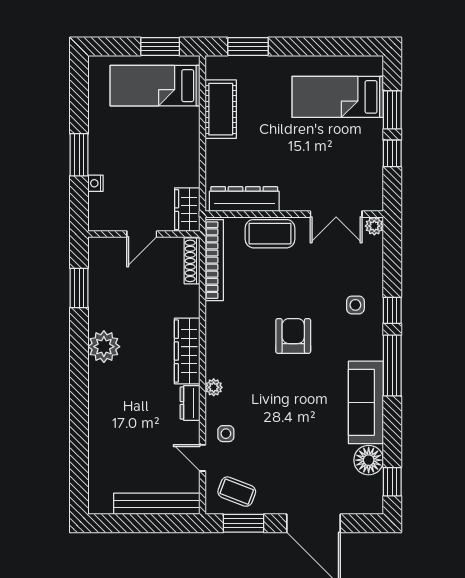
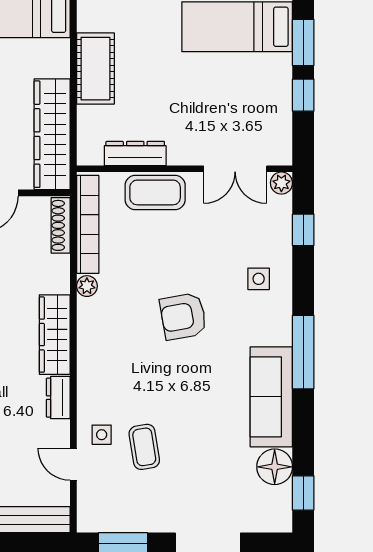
cot: (221, 109) -> (95, 69), moved
dresser: (244, 199) -> (135, 153), width x0.73, depth x0.80
wardrobe: (187, 210) -> (52, 134), width x2.10, depth x1.17
window: (392, 310) -> (303, 230), moved
armchair: (293, 336) -> (183, 316), turned -100
plant: (214, 387) -> (87, 286), moved
coffee table: (237, 492) -> (144, 447), moved, turned 60

